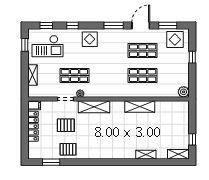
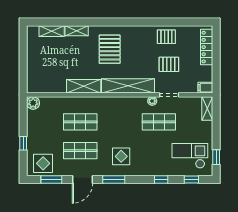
display table: (90, 39) -> (121, 156), moved
shelving: (33, 75) -> (207, 109), moved
shelving: (94, 107) -> (128, 86), width x1.47
locker: (33, 126) -> (207, 47), moved
pallet: (117, 139) -> (110, 49), added
window: (192, 139) -> (23, 48), removed
shelving: (178, 154) -> (52, 31), moved
window: (51, 162) -> (186, 22), removed

